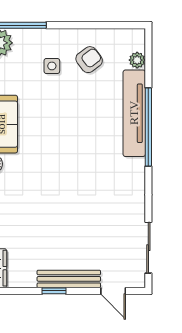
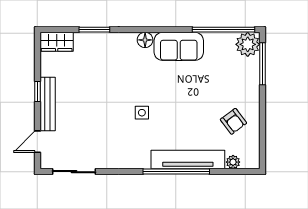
side table: (52, 66) -> (142, 113), moved

